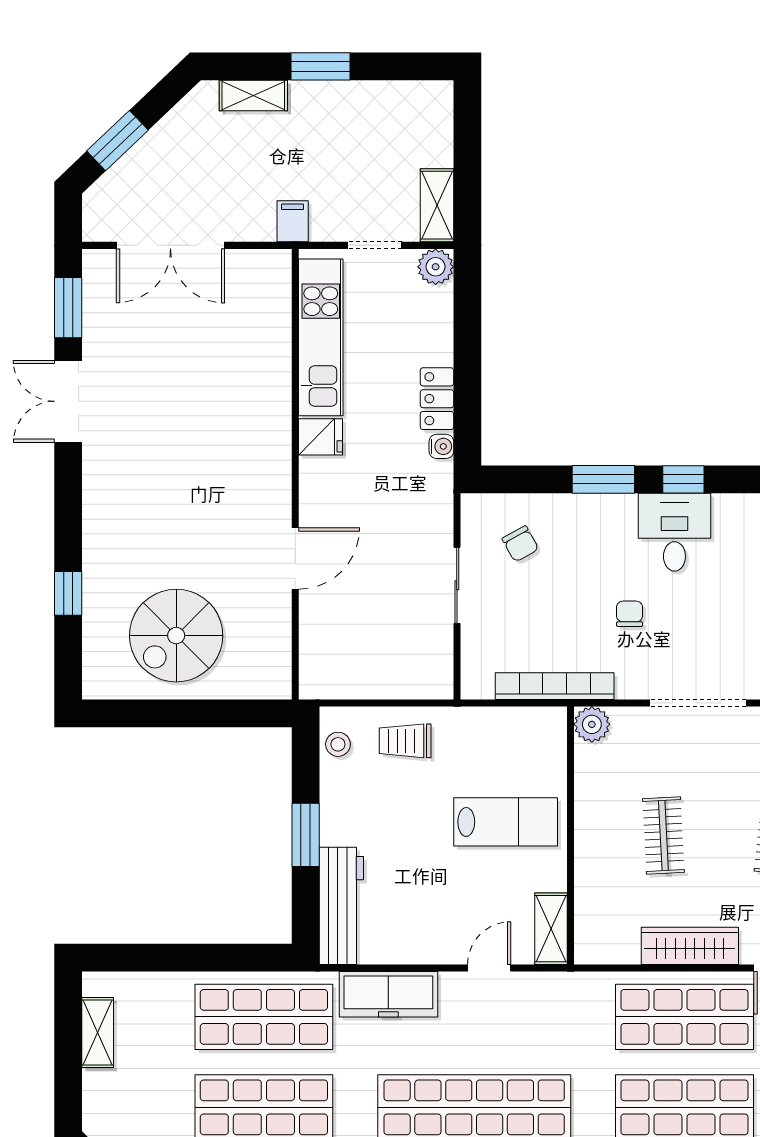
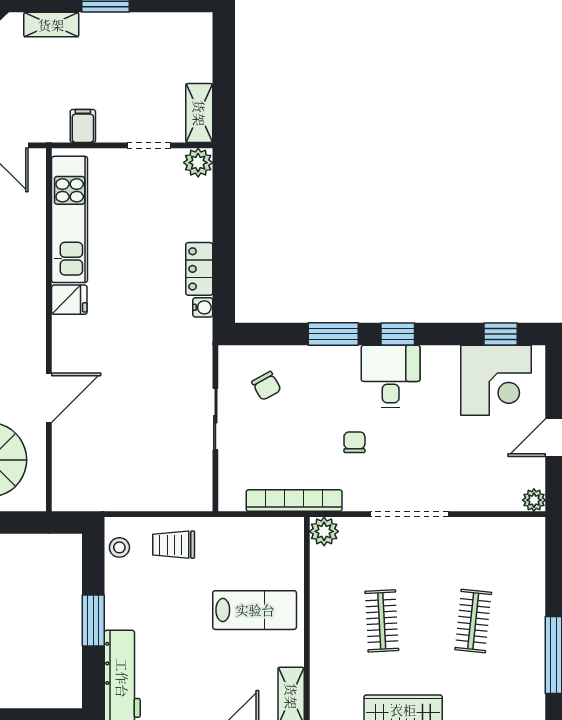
kitchen unit: (321, 337) -> (70, 219), moved
fridge: (321, 437) -> (69, 300), moved
wall: (295, 474) -> (49, 330), moved
door: (295, 558) -> (49, 398), moved

